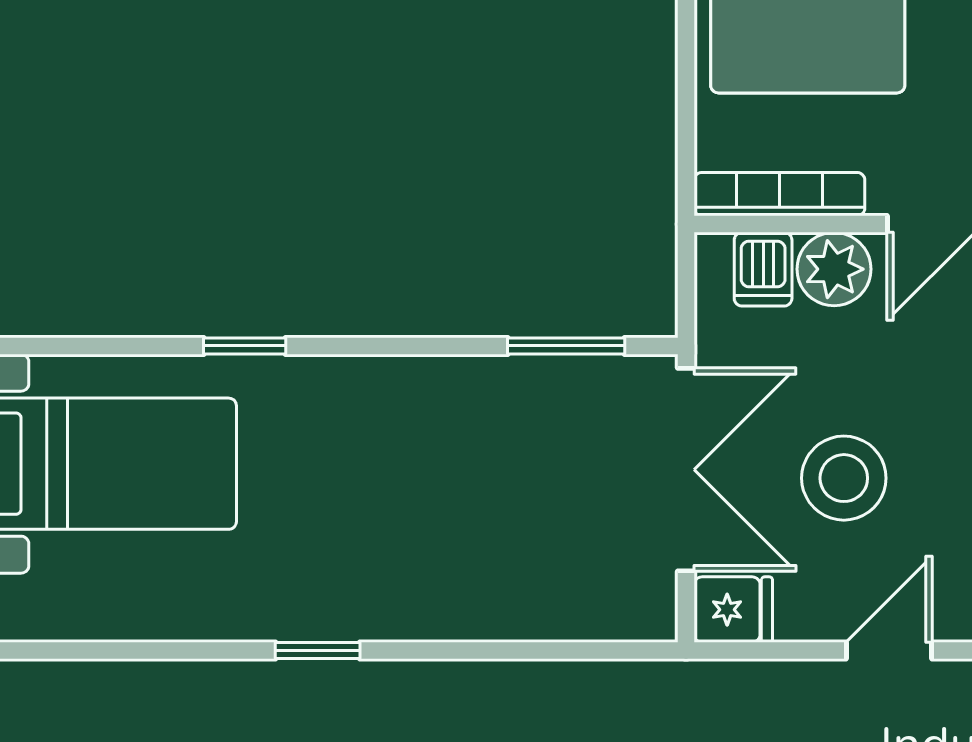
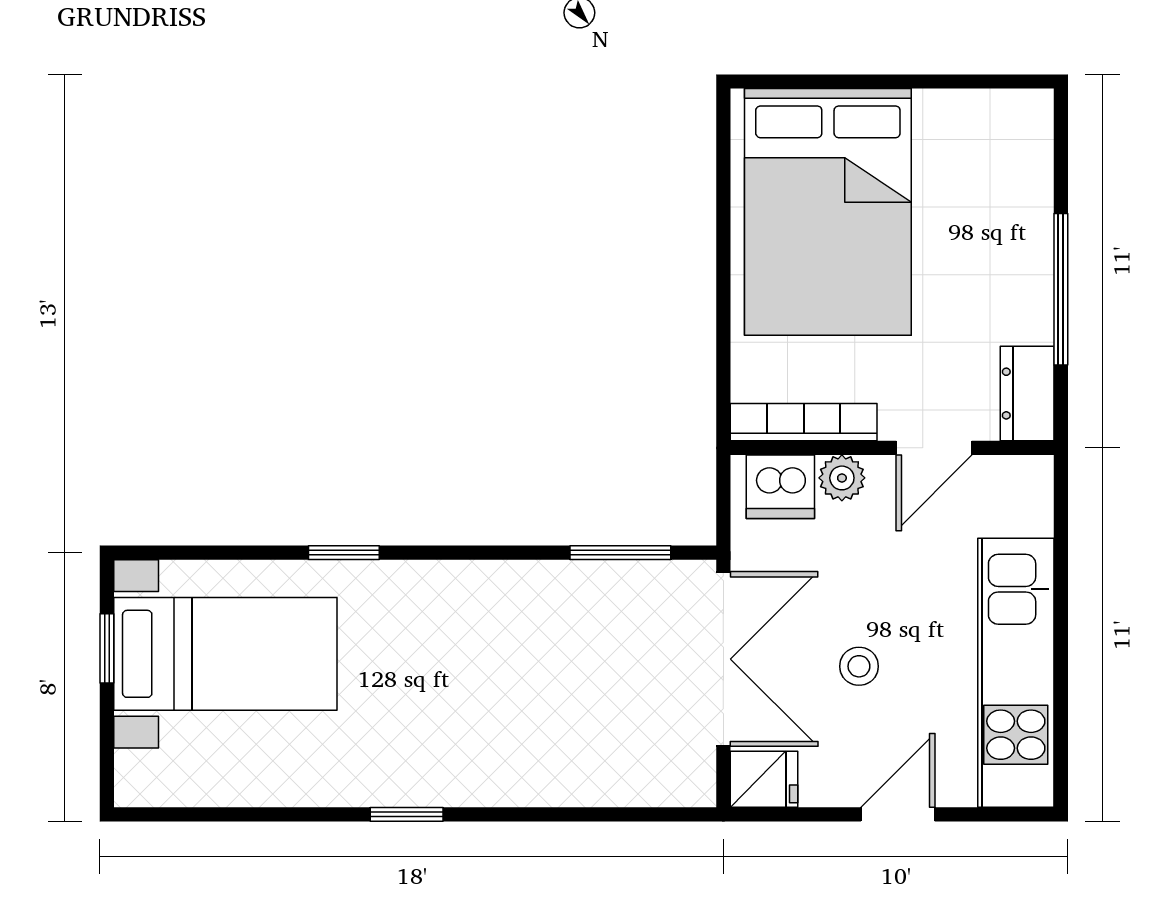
dishwasher: (763, 269) -> (780, 487), width x1.38
plant: (834, 269) -> (842, 478), width x0.73, depth x0.73
stool: (844, 478) -> (859, 666), width x0.53, depth x0.53

